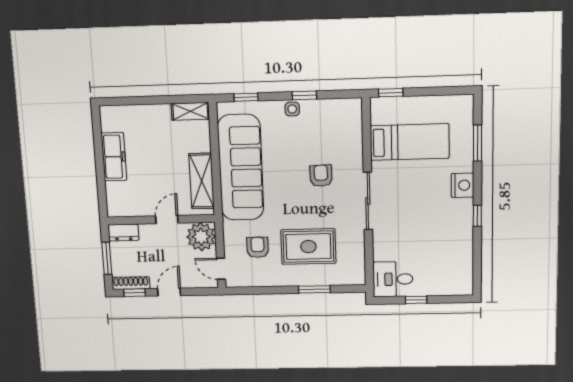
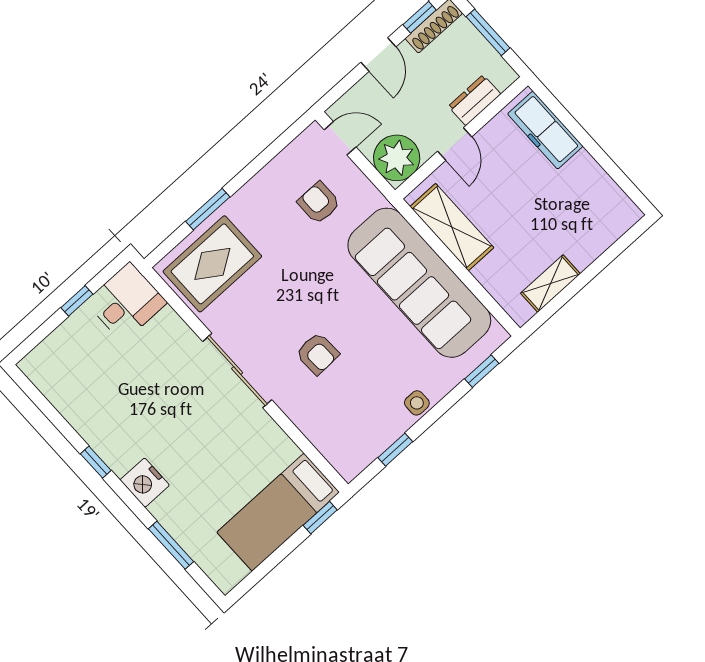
window: (304, 95) -> (395, 450), moved
shelving: (190, 111) -> (550, 284), moved
bed: (410, 142) -> (278, 512), moved
freezer: (114, 157) -> (545, 130), moved
dresser: (123, 232) -> (475, 100), moved
armchair: (258, 247) -> (319, 203), turned 180
rug: (308, 247) -> (212, 264), moved

